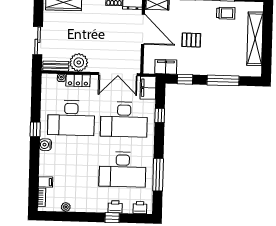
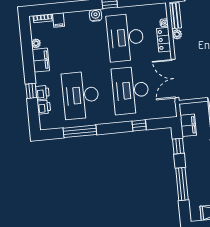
plant: (79, 62) -> (177, 34), width x0.53, depth x0.53
filing cabinet: (148, 88) -> (41, 60), moved, turned 90
printer: (140, 208) -> (44, 107), moved

